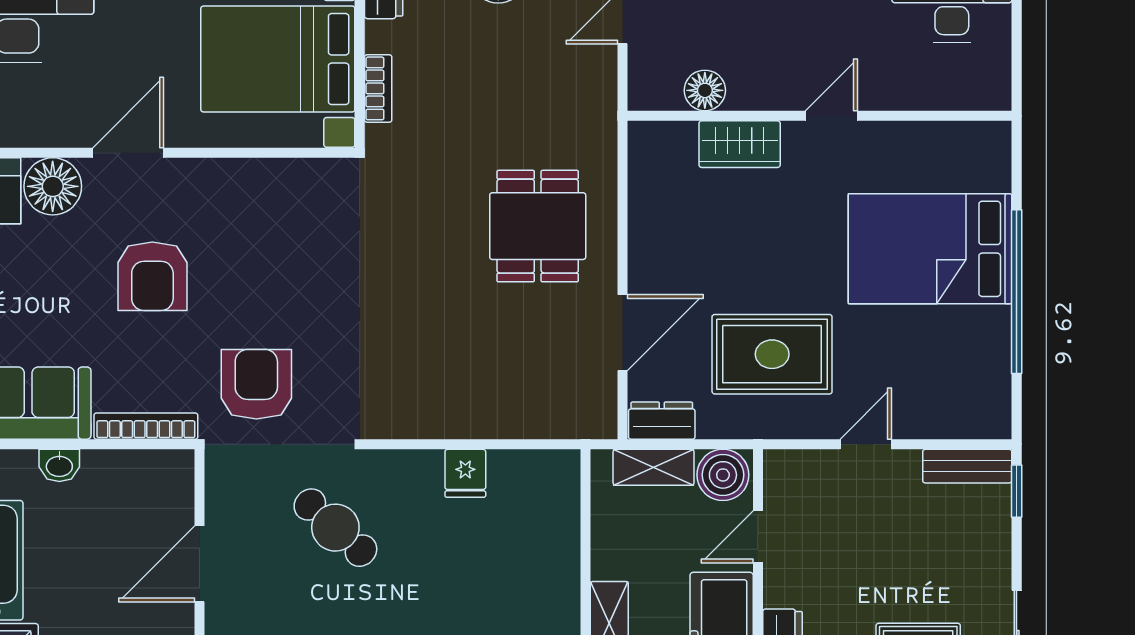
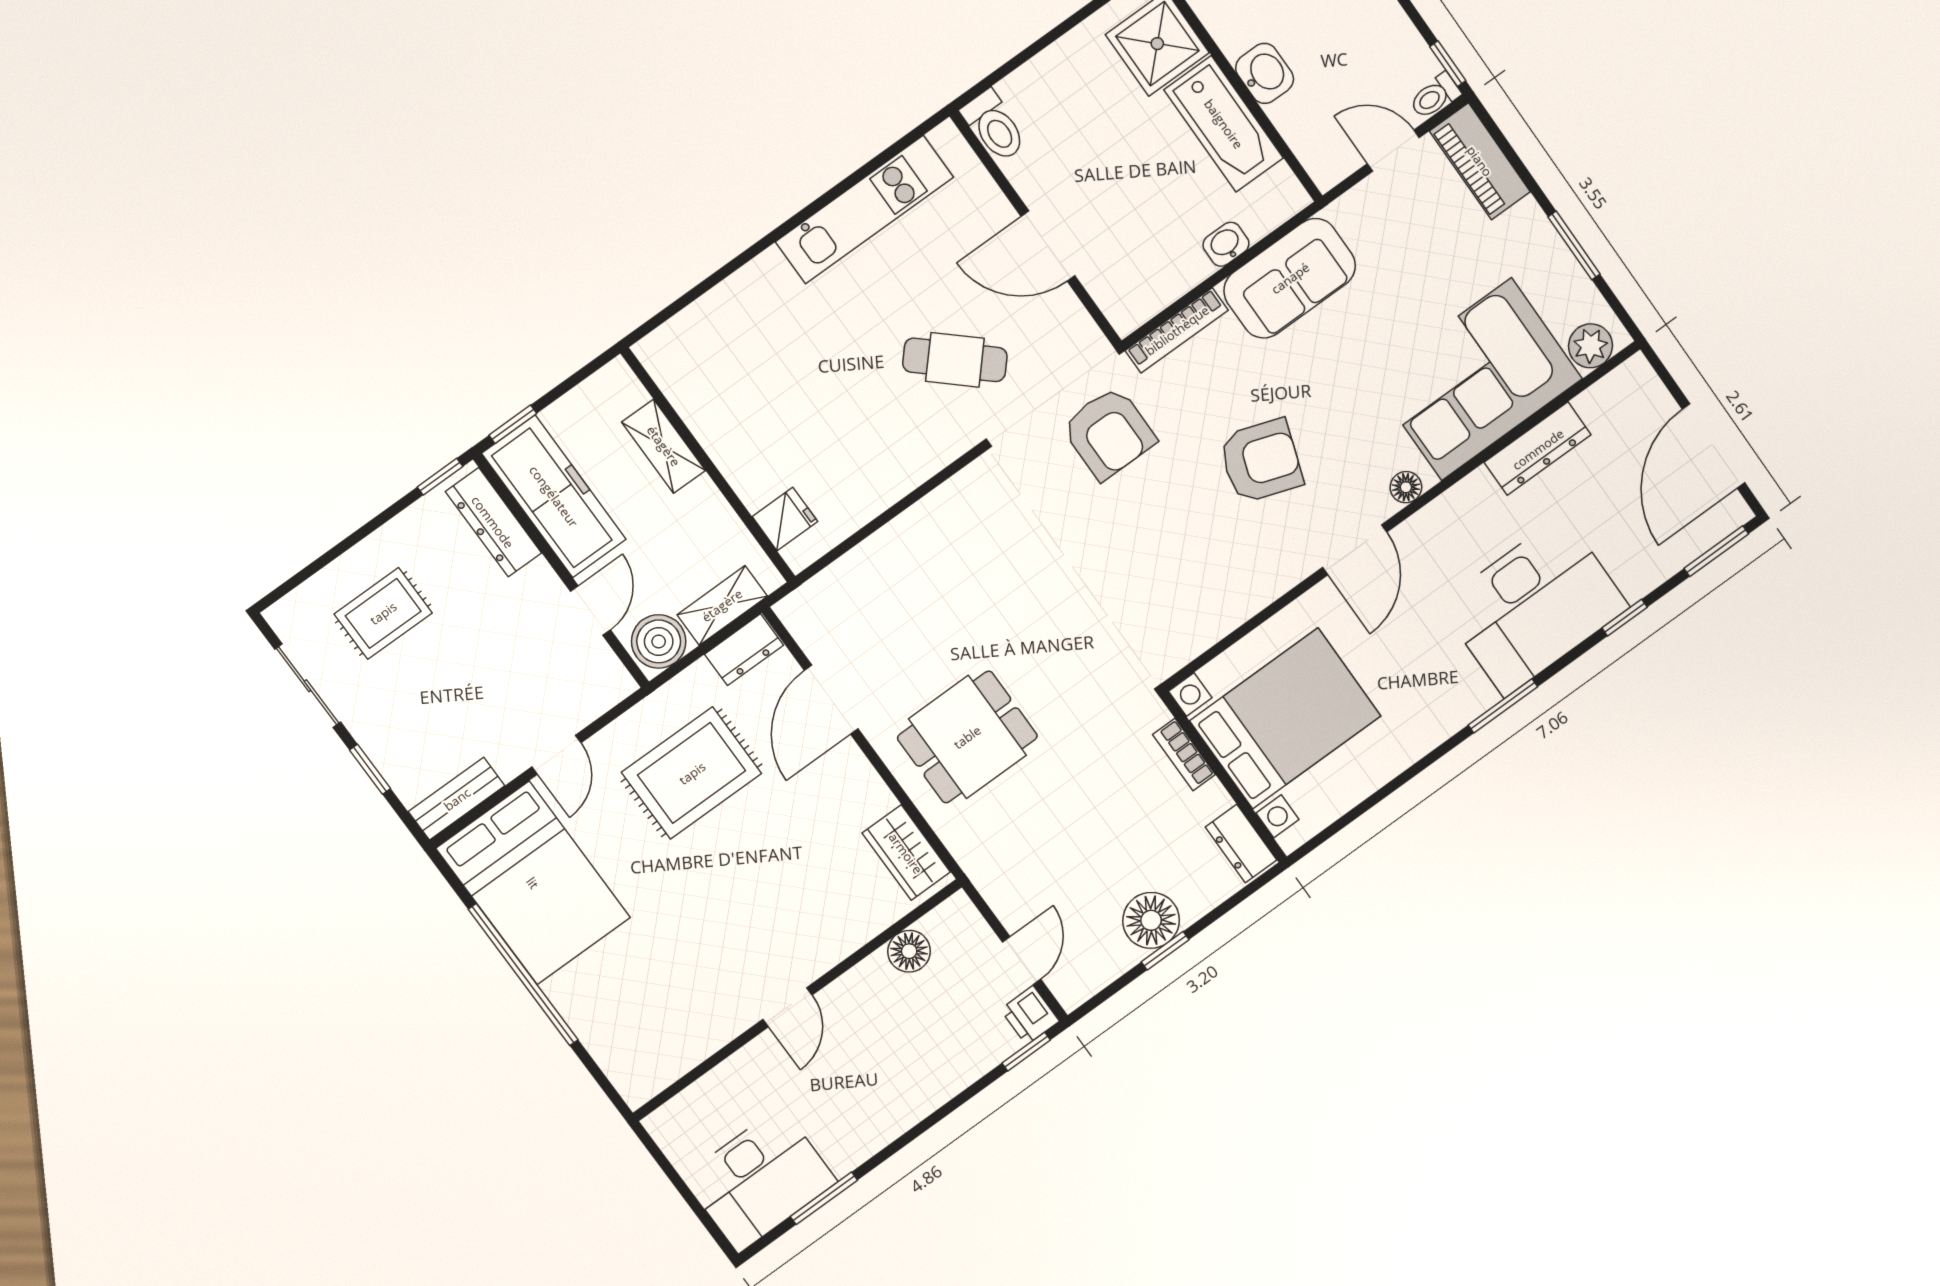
wardrobe: (740, 144) -> (906, 853), moved, turned -90
floor lamp: (53, 186) -> (1406, 487), width x0.53, depth x0.53
dining table: (538, 226) -> (967, 737), turned 90
bed: (930, 249) -> (533, 883), moved, turned 90
armchair: (152, 276) -> (1261, 461), turned 109
fridge: (465, 473) -> (785, 519), moved, turned 90
window: (1017, 491) -> (370, 769), moved
door: (200, 564) -> (1048, 246), swing flipped

